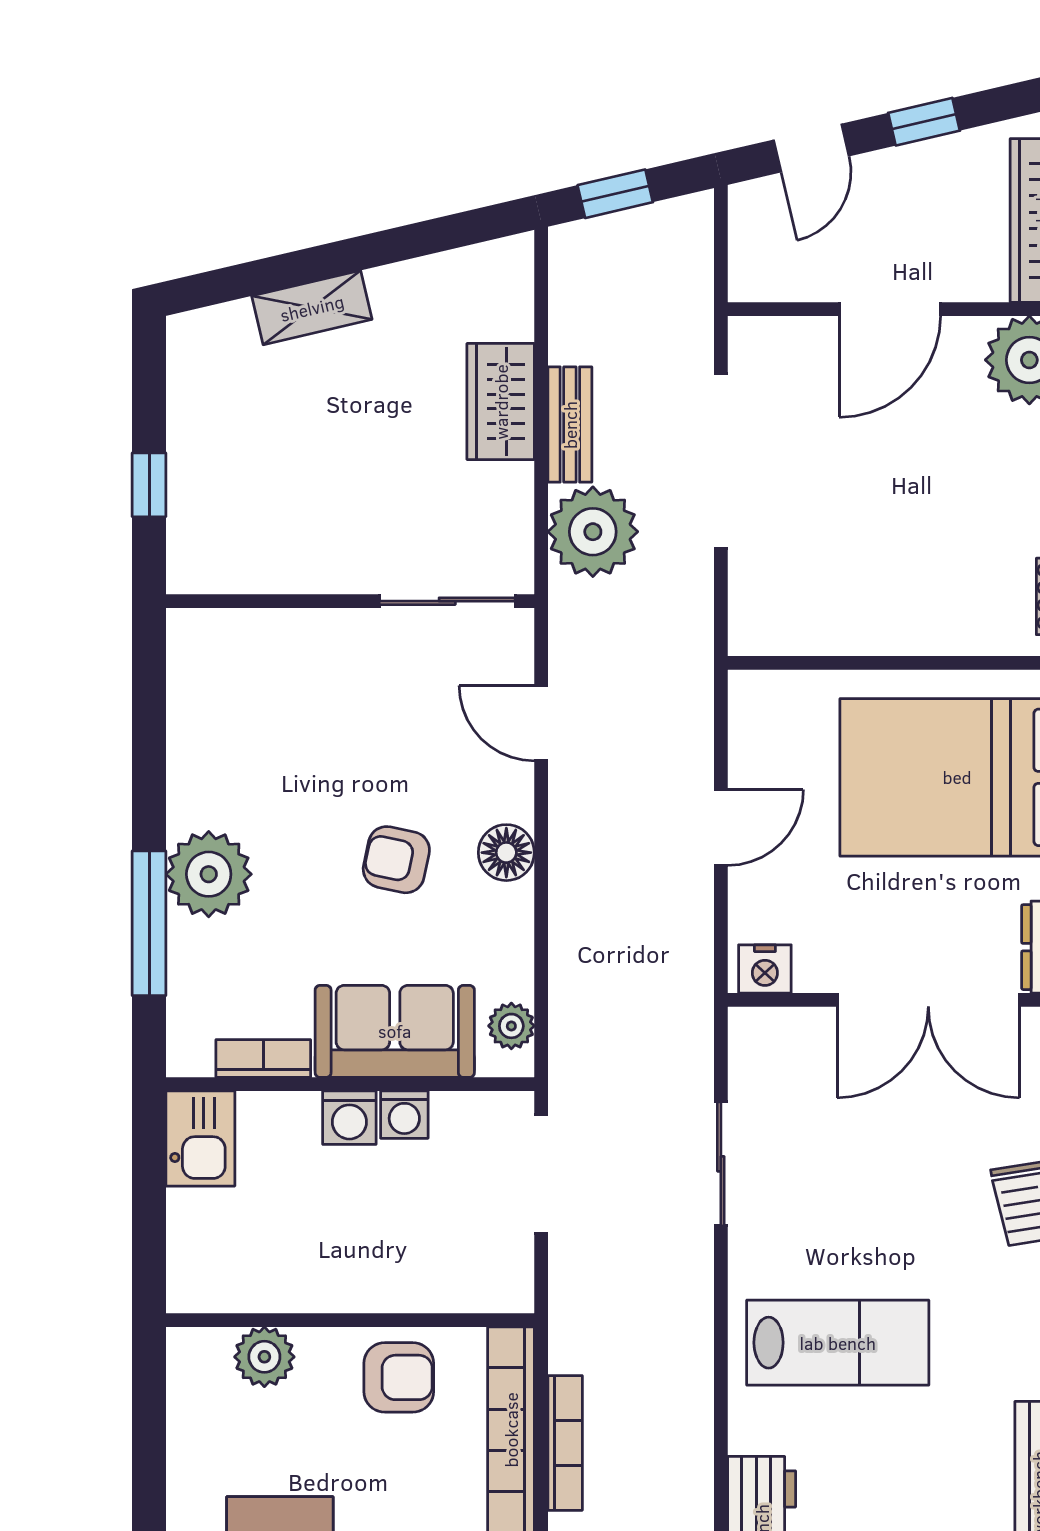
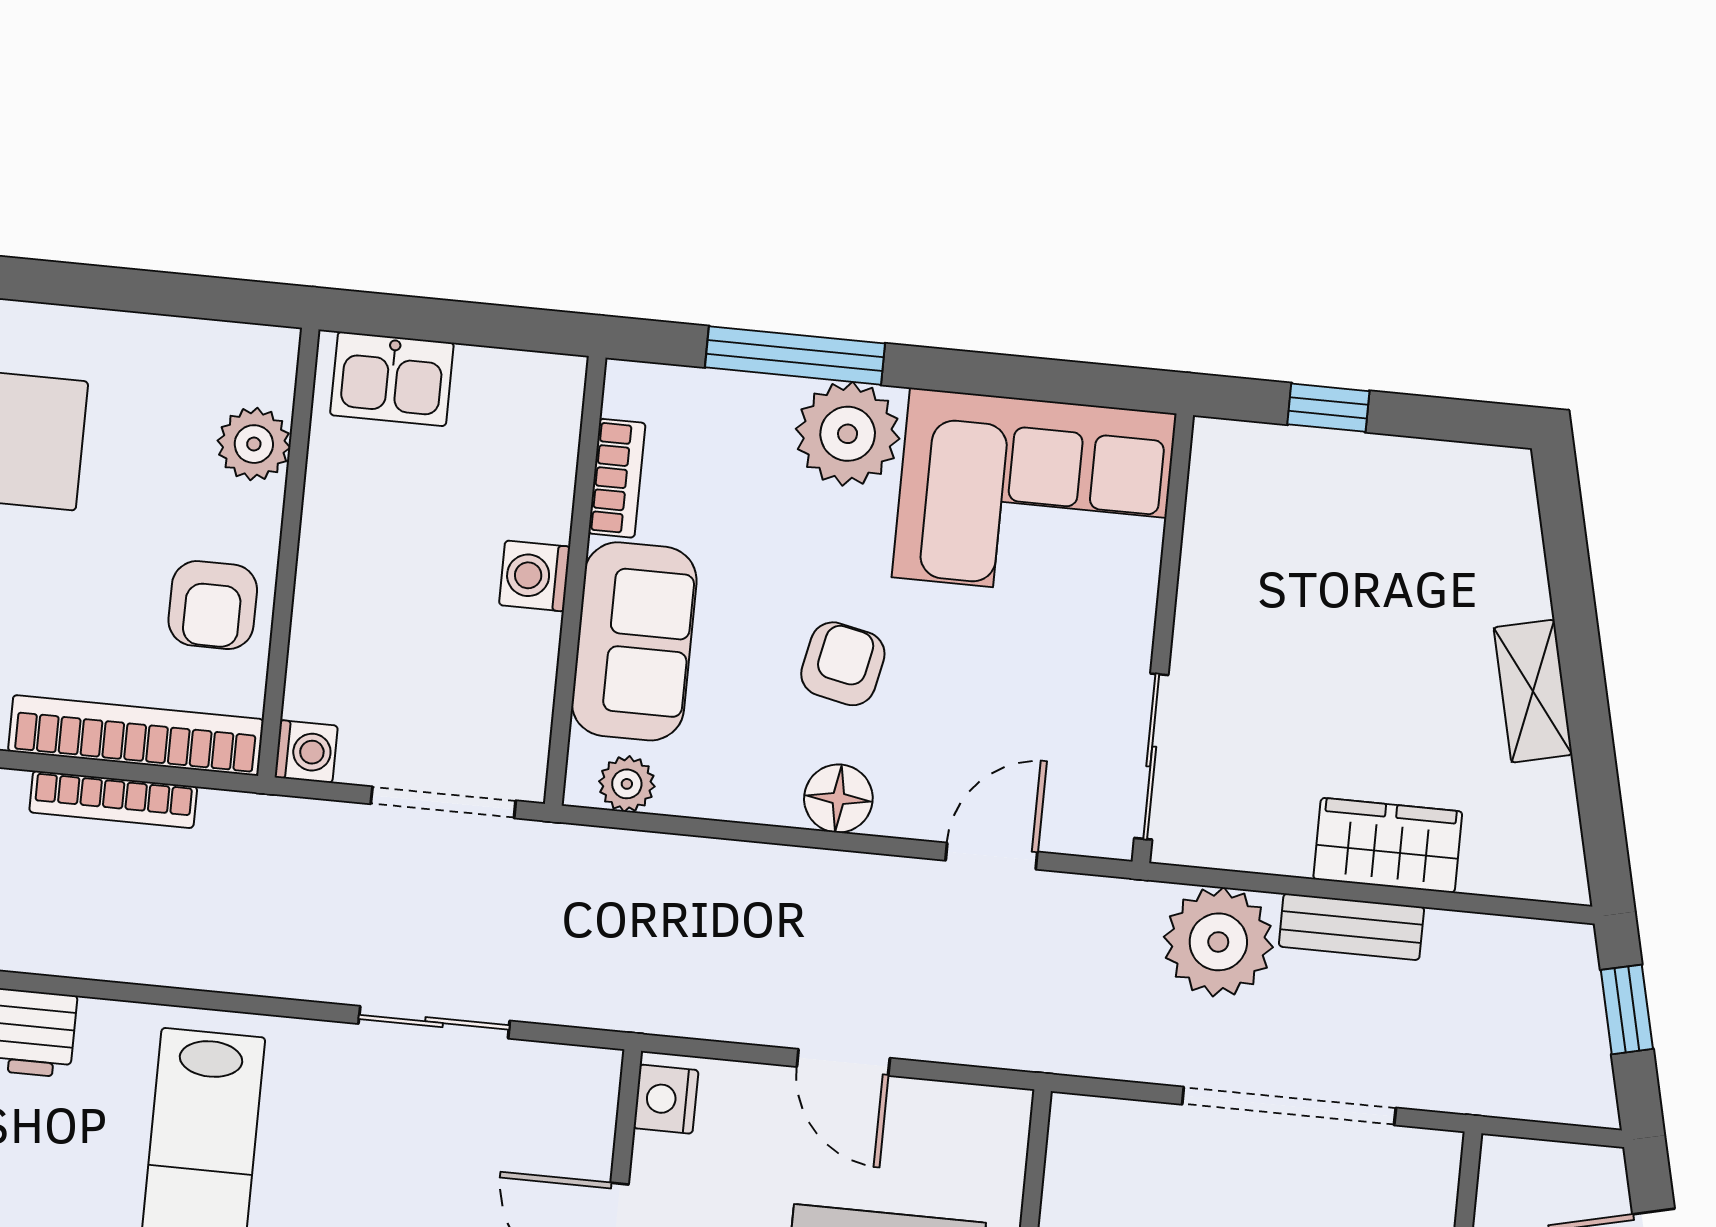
shelving: (312, 308) -> (1533, 691), moved
corner sofa: (244, 717) -> (1034, 495), added
washing machine: (404, 1115) -> (306, 752), moved, turned 180
kitchen sink: (200, 1139) -> (392, 379), moved

